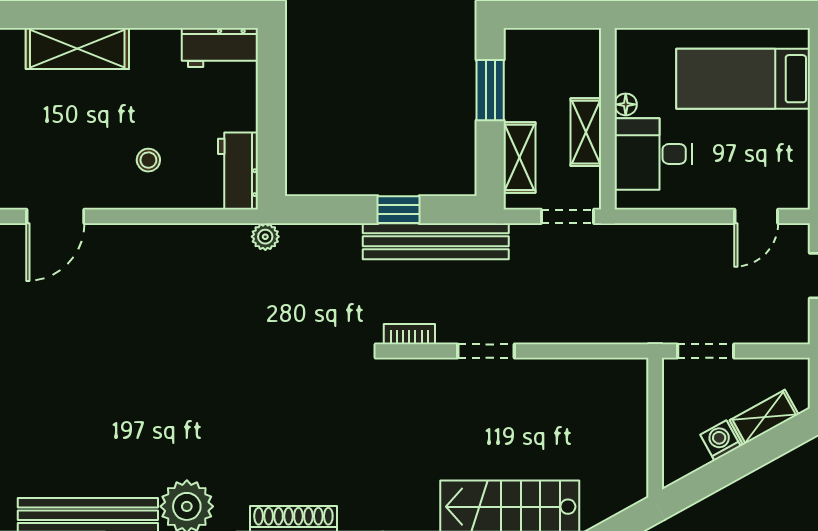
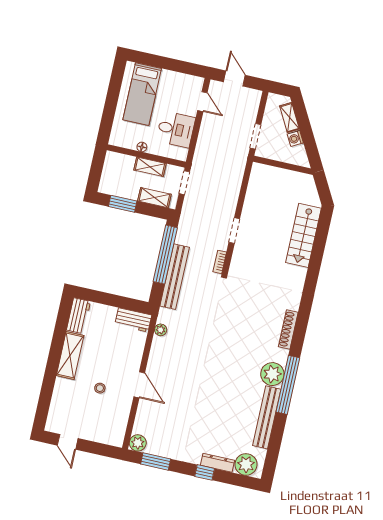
shelving: (77, 49) -> (70, 355), moved
desk: (653, 154) -> (176, 129), moved, turned -90
stool: (148, 160) -> (100, 388), moved
window: (399, 210) -> (165, 255), width x3.17
door: (55, 216) -> (139, 385), moved
plant: (265, 237) -> (161, 330), moved
bench: (436, 241) -> (175, 277), moved

